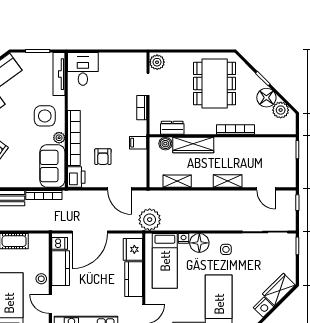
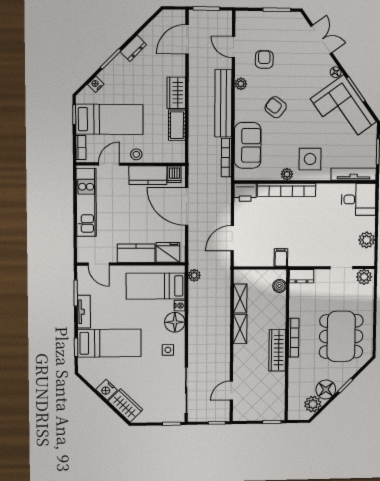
plant: (121, 60) -> (367, 240), added
dining table: (215, 84) -> (341, 336), turned 90
bookcase: (142, 108) -> (317, 261), removed
dresser: (172, 128) -> (301, 276), moved, turned 90
bookcase: (235, 130) -> (294, 338), moved
wardrobe: (193, 145) -> (277, 350), moved
armchair: (103, 157) -> (267, 220), removed
sofa: (52, 166) -> (248, 145), moved, turned 90
shelving: (228, 181) -> (240, 329), moved
plant: (150, 220) -> (194, 275), width x0.53, depth x0.53

